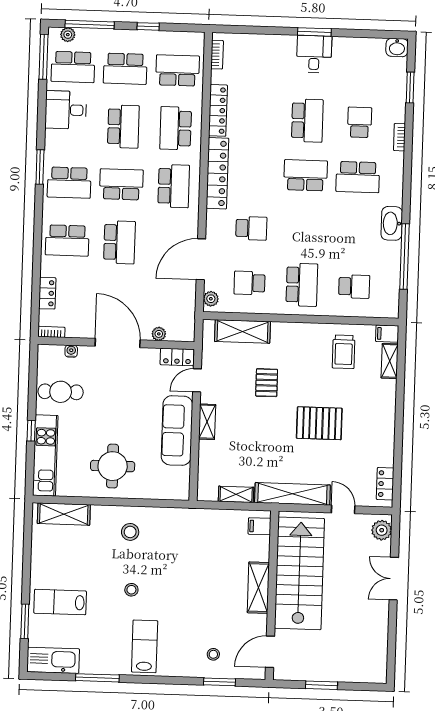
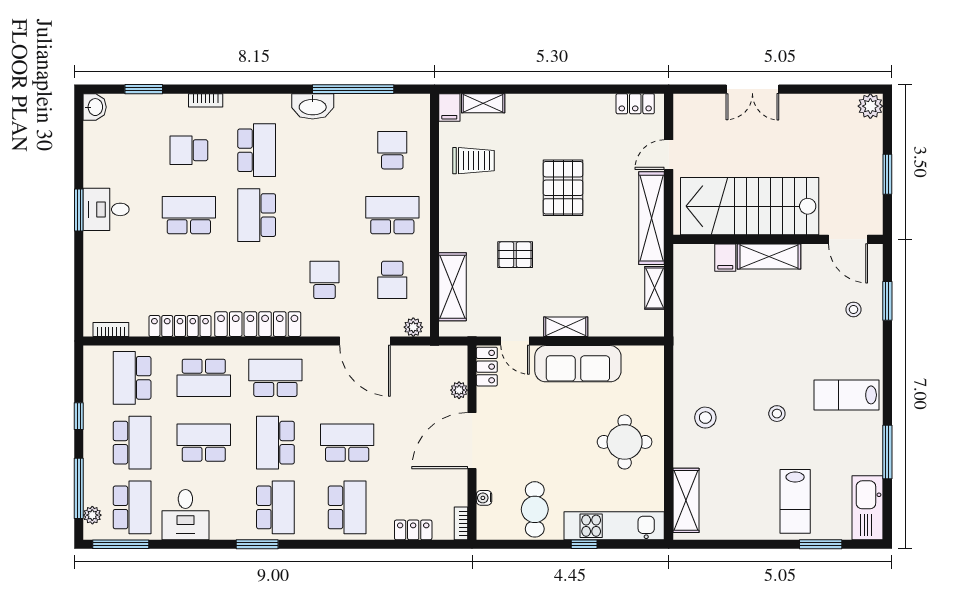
filing cabinet: (259, 526) -> (725, 258), moved
plant: (382, 530) -> (870, 106), moved

